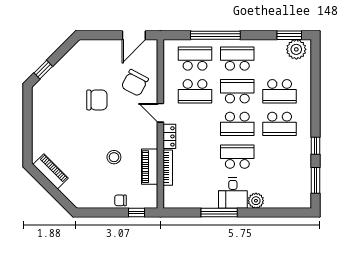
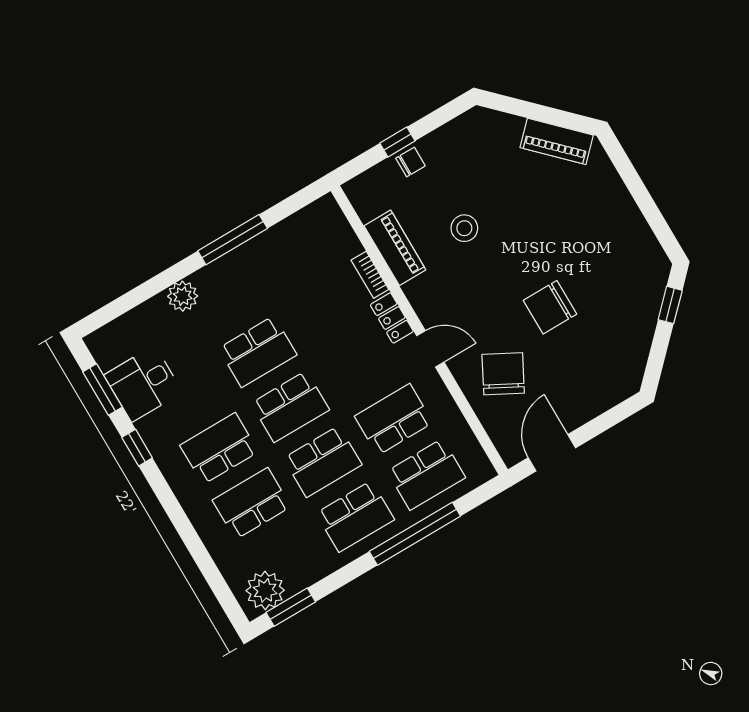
school desk: (237, 124) -> (290, 407), turned 180
bookcase: (168, 168) -> (370, 275), width x0.64
desk: (233, 193) -> (143, 384), moved, turned -90
window: (137, 213) -> (397, 142), moved

